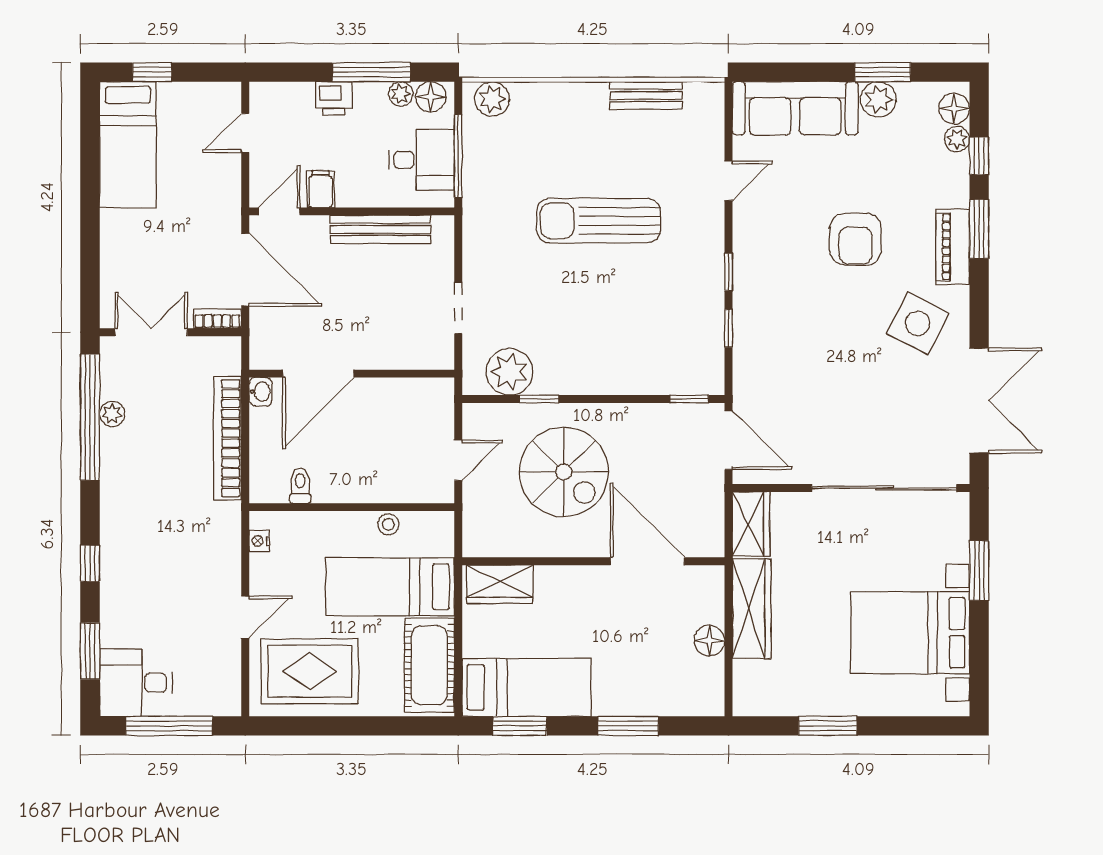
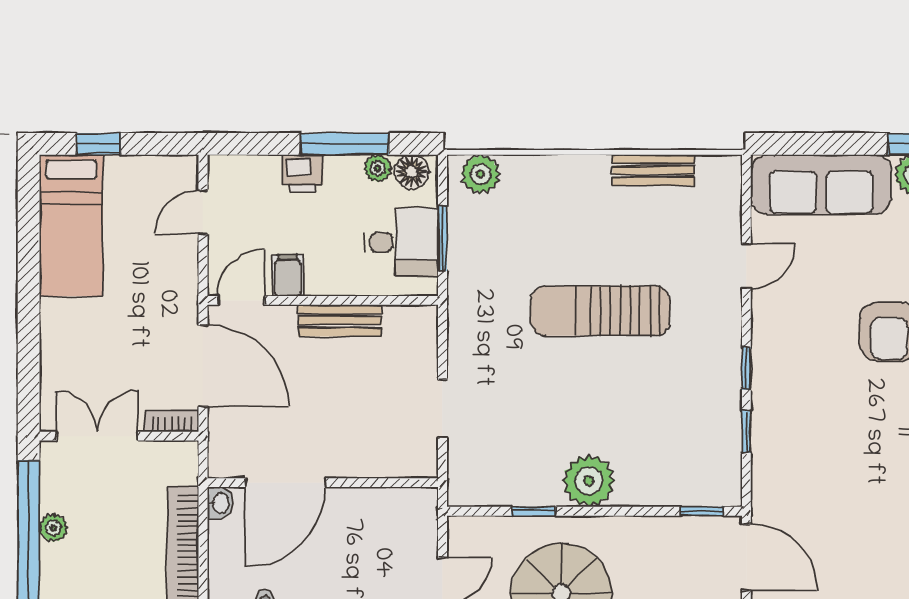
window: (458, 156) -> (442, 238), width x0.69
bench: (380, 229) -> (340, 321), width x0.73
plant: (509, 372) -> (589, 481), moved

